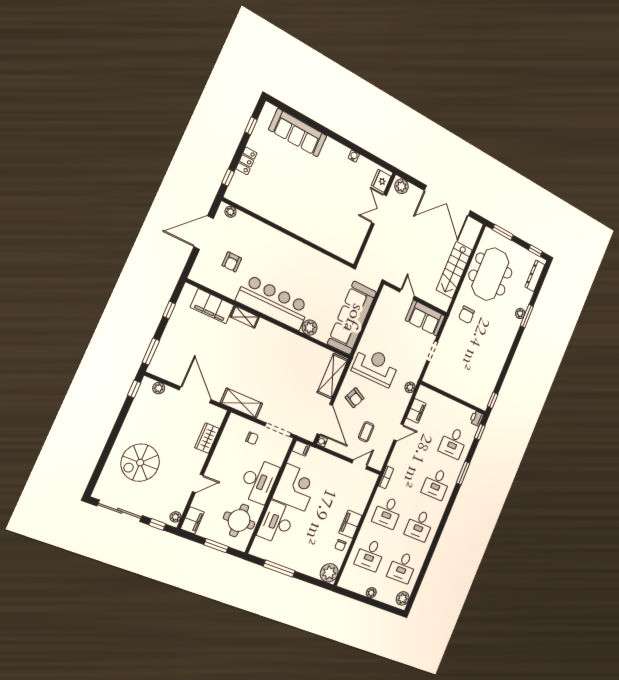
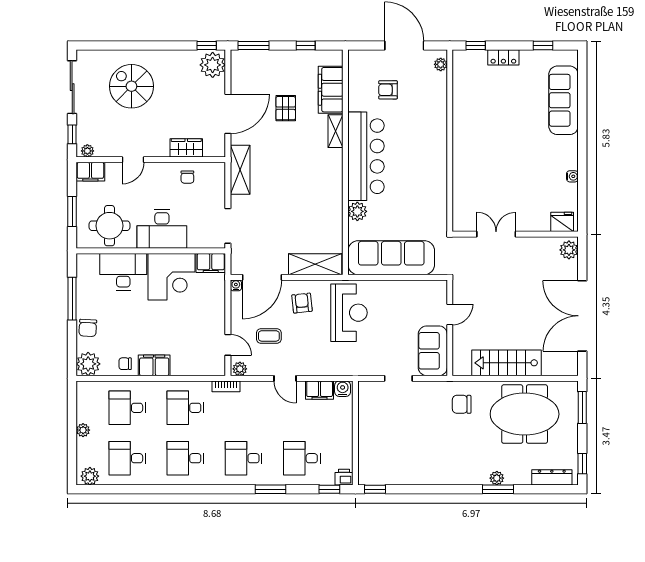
double door: (379, 209) -> (496, 234), moved
pallet: (211, 348) -> (286, 108), added
plant: (410, 387) -> (240, 369), moved
plant: (159, 388) -> (213, 65), width x1.87, depth x1.87
water cooler: (422, 394) -> (343, 389), added
armchair: (355, 398) -> (302, 303), turned 148
chair: (252, 438) -> (187, 177), moved
filing cabinet: (301, 448) -> (211, 263), width x2.00
door: (198, 483) -> (133, 160), hinge flipped
chair: (305, 564) -> (88, 328), added

